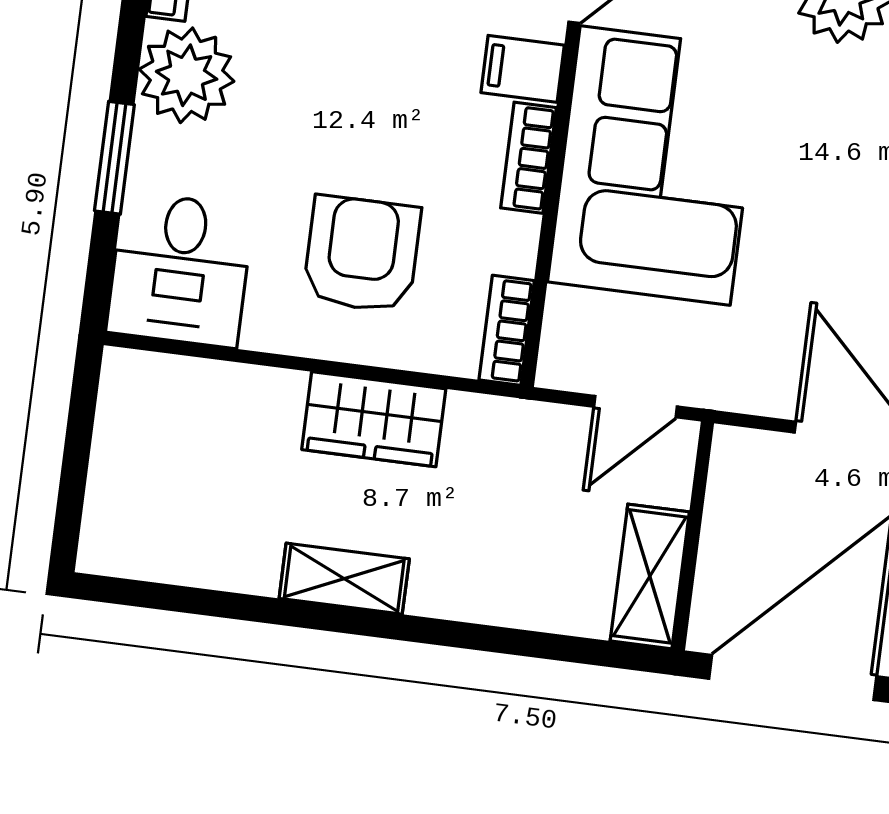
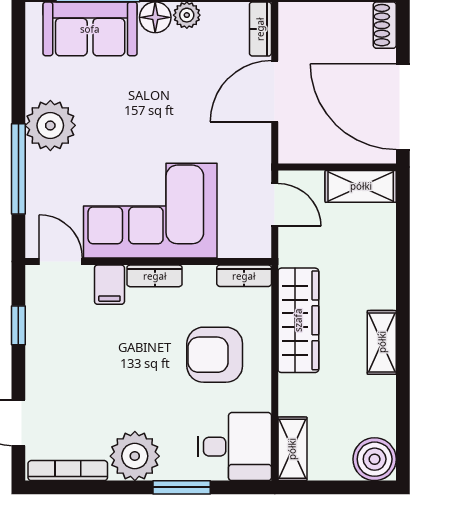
shelving: (162, 381) -> (292, 449), added
wardrobe: (374, 419) -> (298, 320), width x1.50
boiler: (121, 536) -> (375, 459), added

